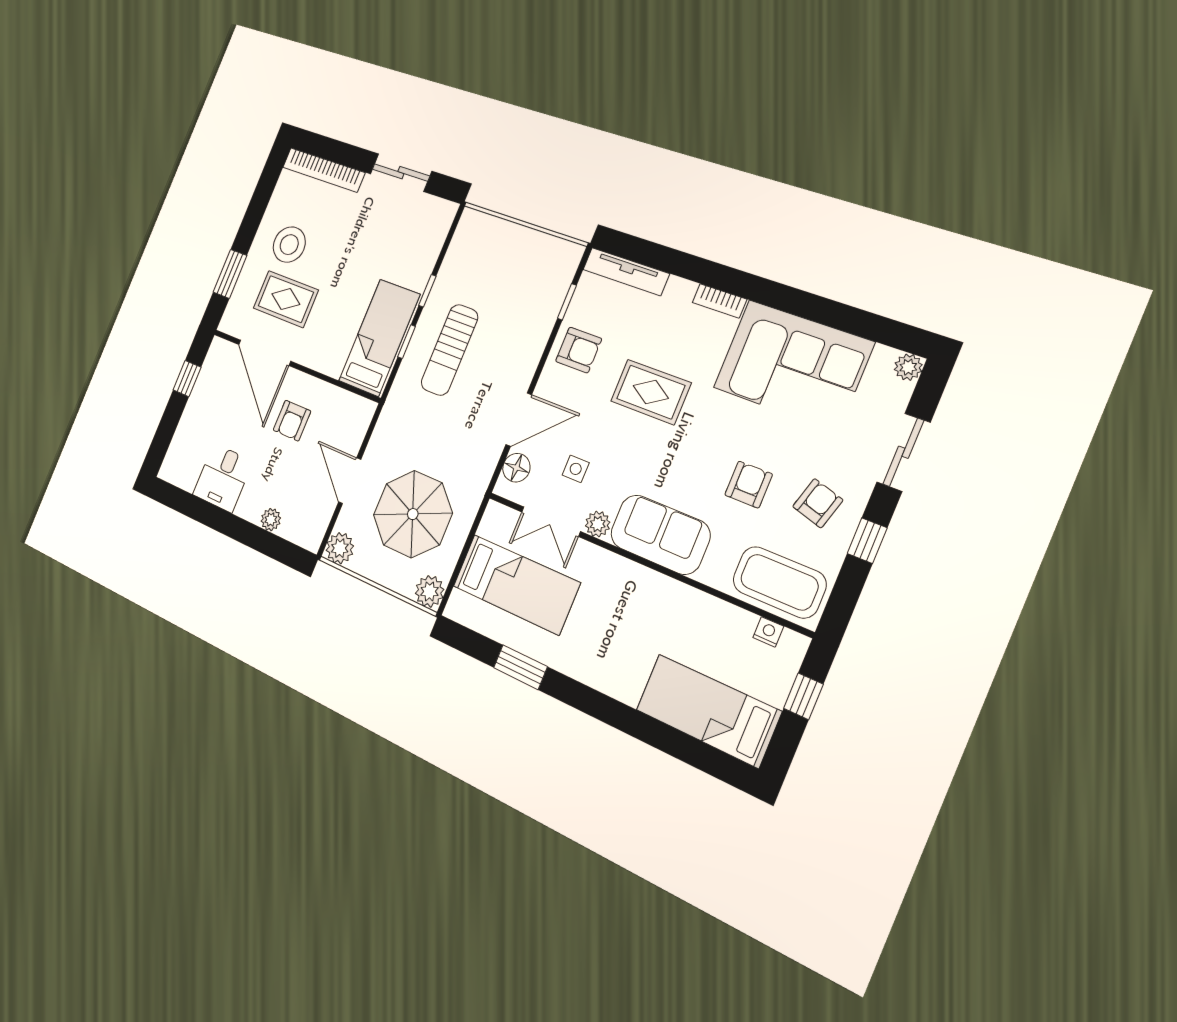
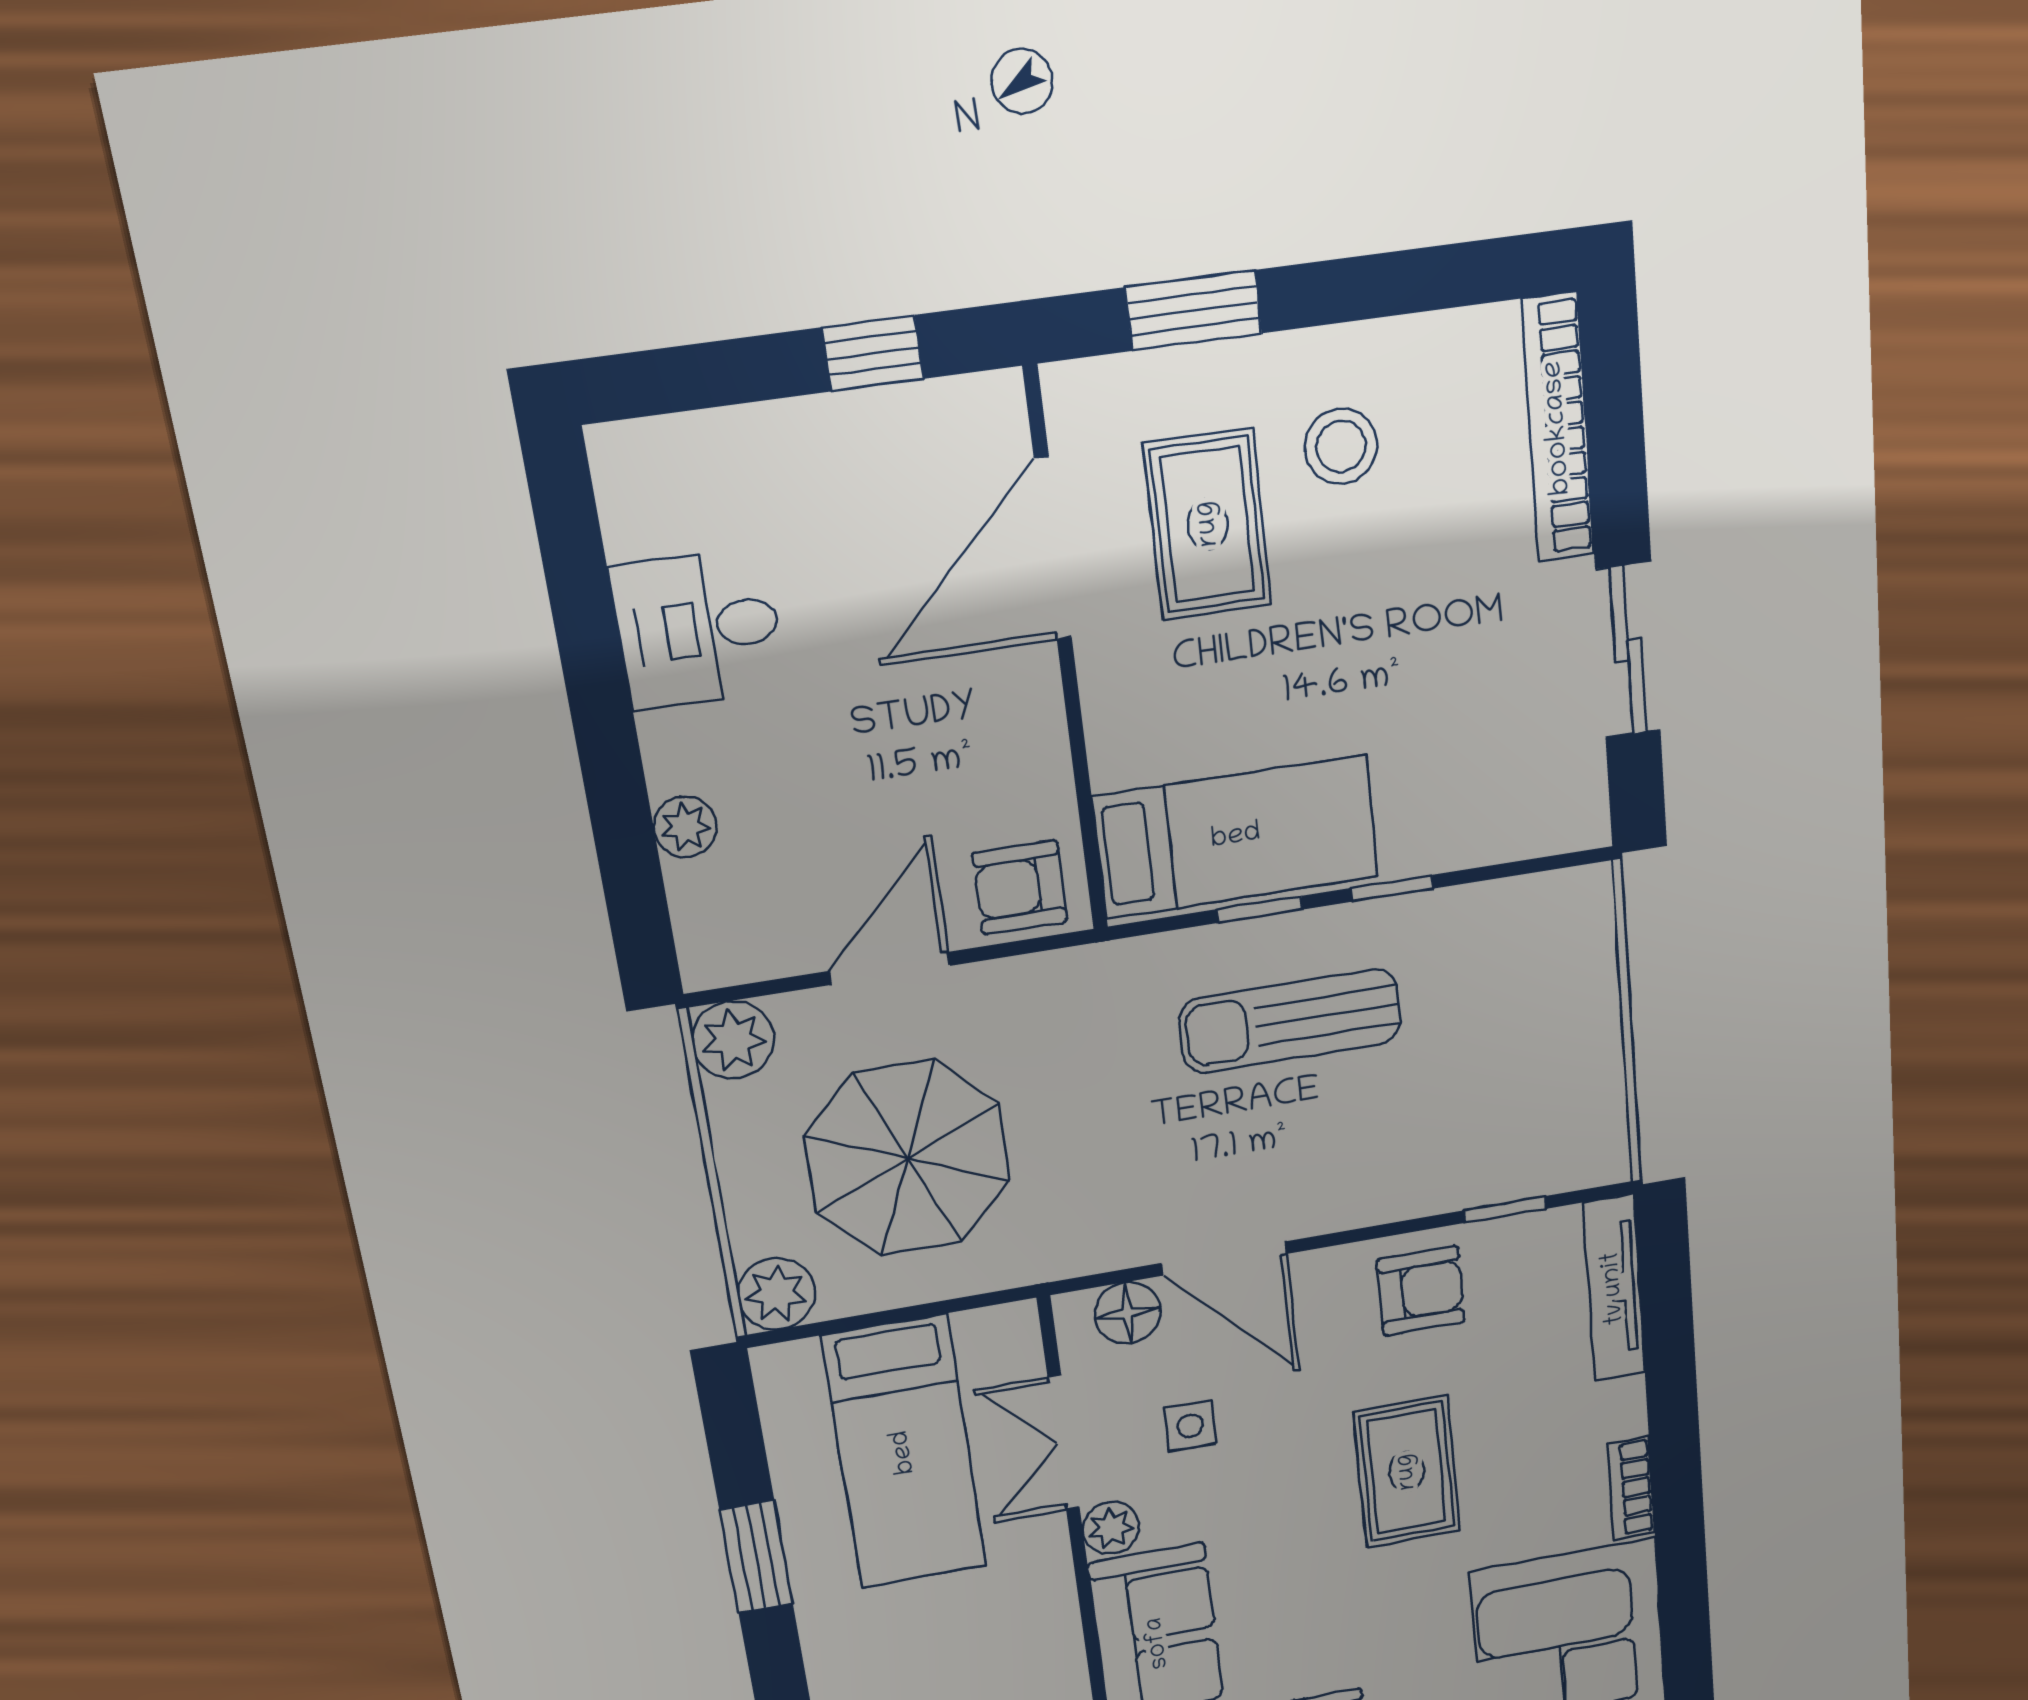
stool: (289, 245) -> (1341, 446), width x0.73, depth x0.73
armchair: (579, 350) -> (1421, 1291), turned -90
armchair: (292, 421) -> (1020, 887), moved

